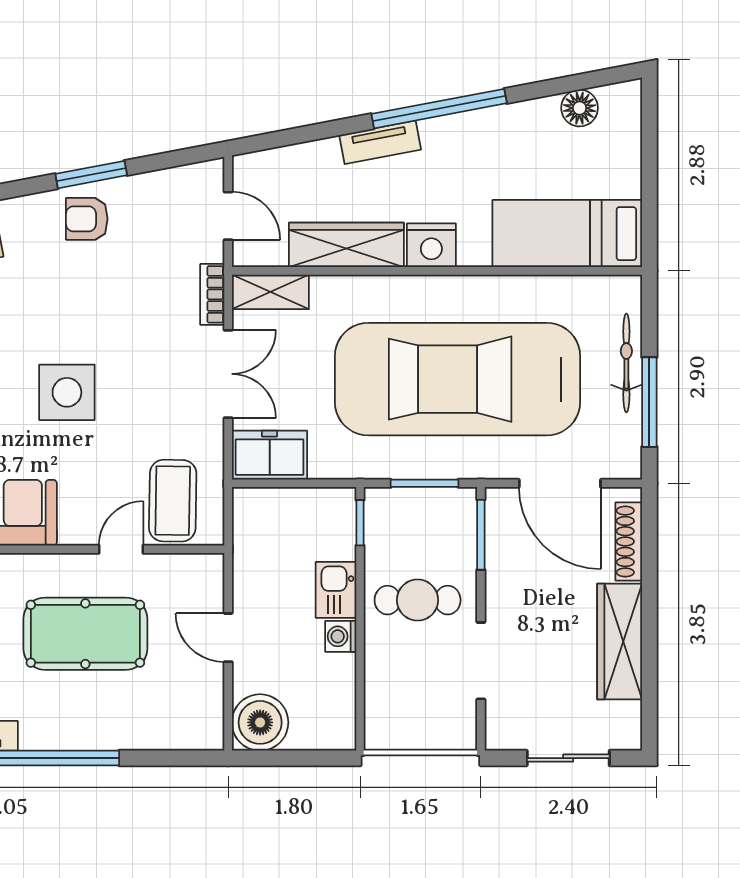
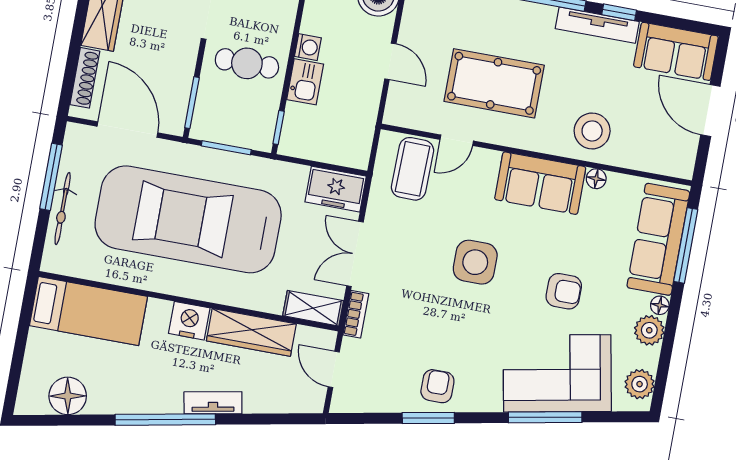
floor lamp: (580, 108) -> (68, 396), width x1.38, depth x1.38
armchair: (87, 219) -> (437, 386), turned -90
car: (457, 379) -> (188, 219), turned 180

